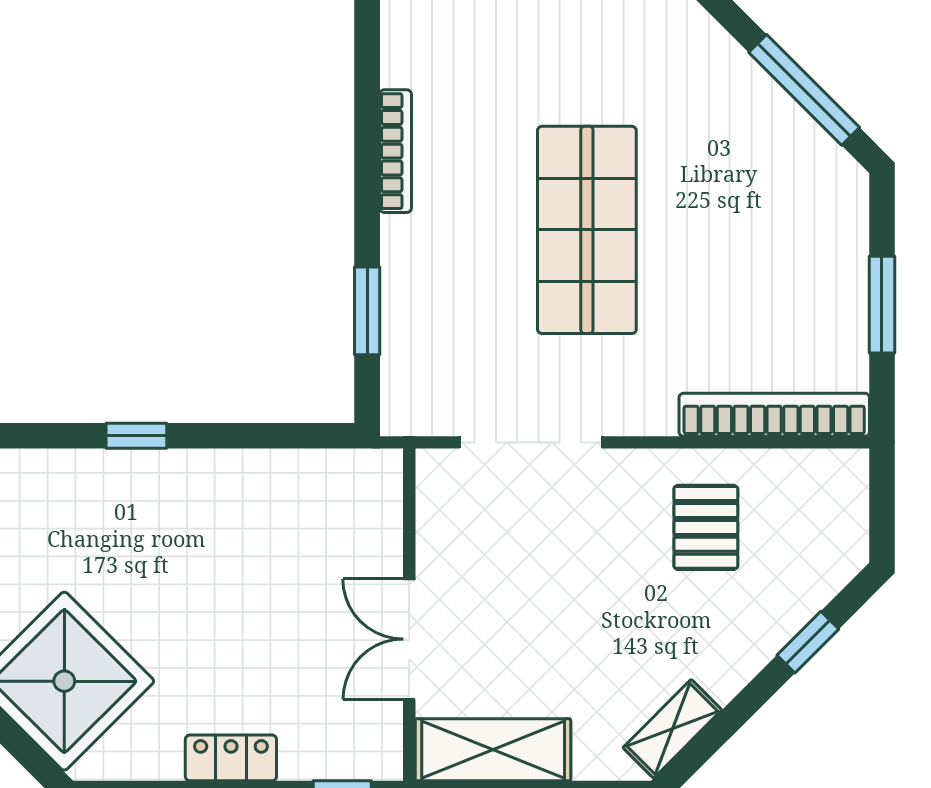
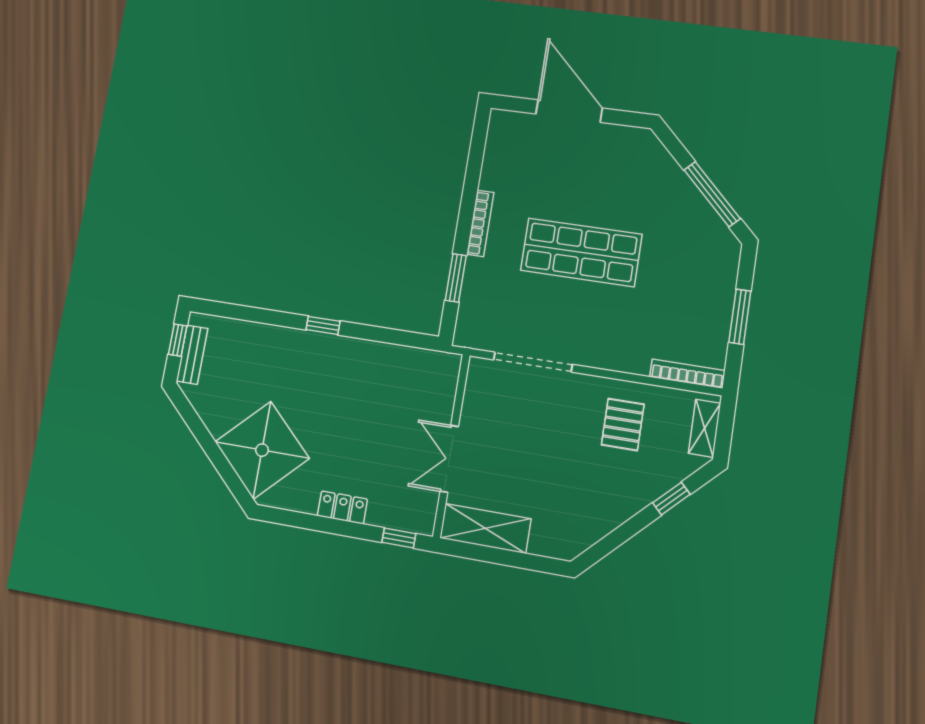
bookcase: (396, 151) -> (480, 223), moved
shop shelf: (587, 230) -> (581, 252), turned 90
bookcase: (774, 415) -> (687, 374), width x0.68, depth x0.76
shelving: (672, 729) -> (704, 428), moved, turned -45

